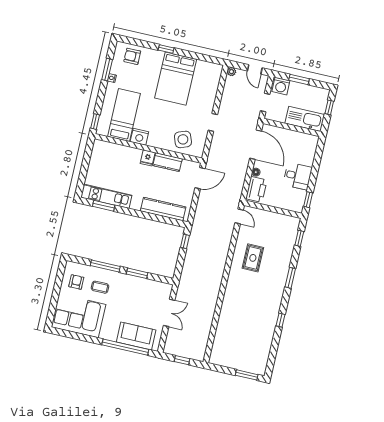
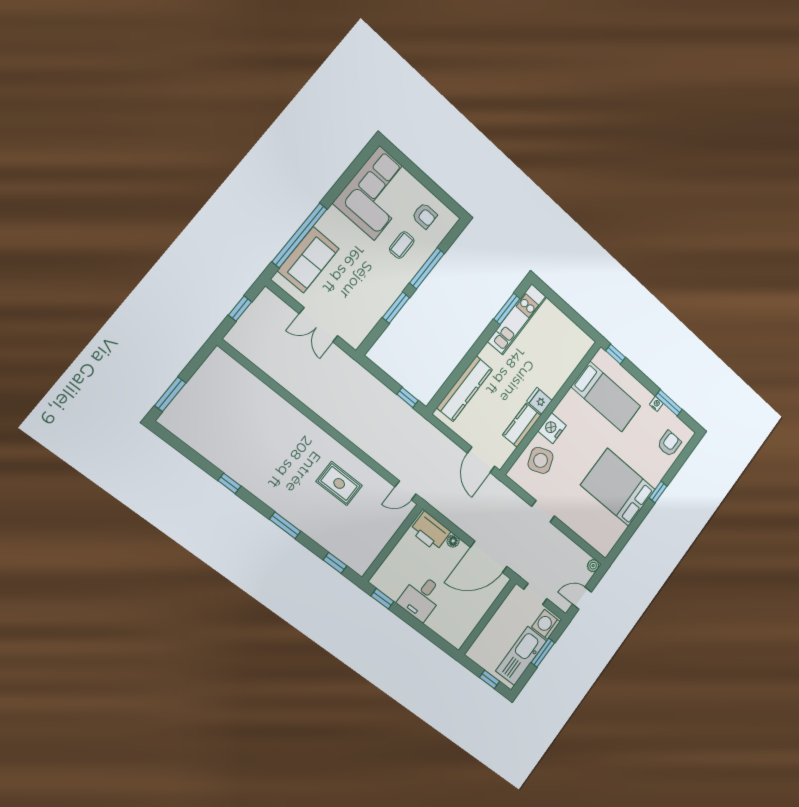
kitchen sink: (305, 119) -> (521, 656), moved, turned 180
nightstand: (139, 137) -> (552, 428), moved

